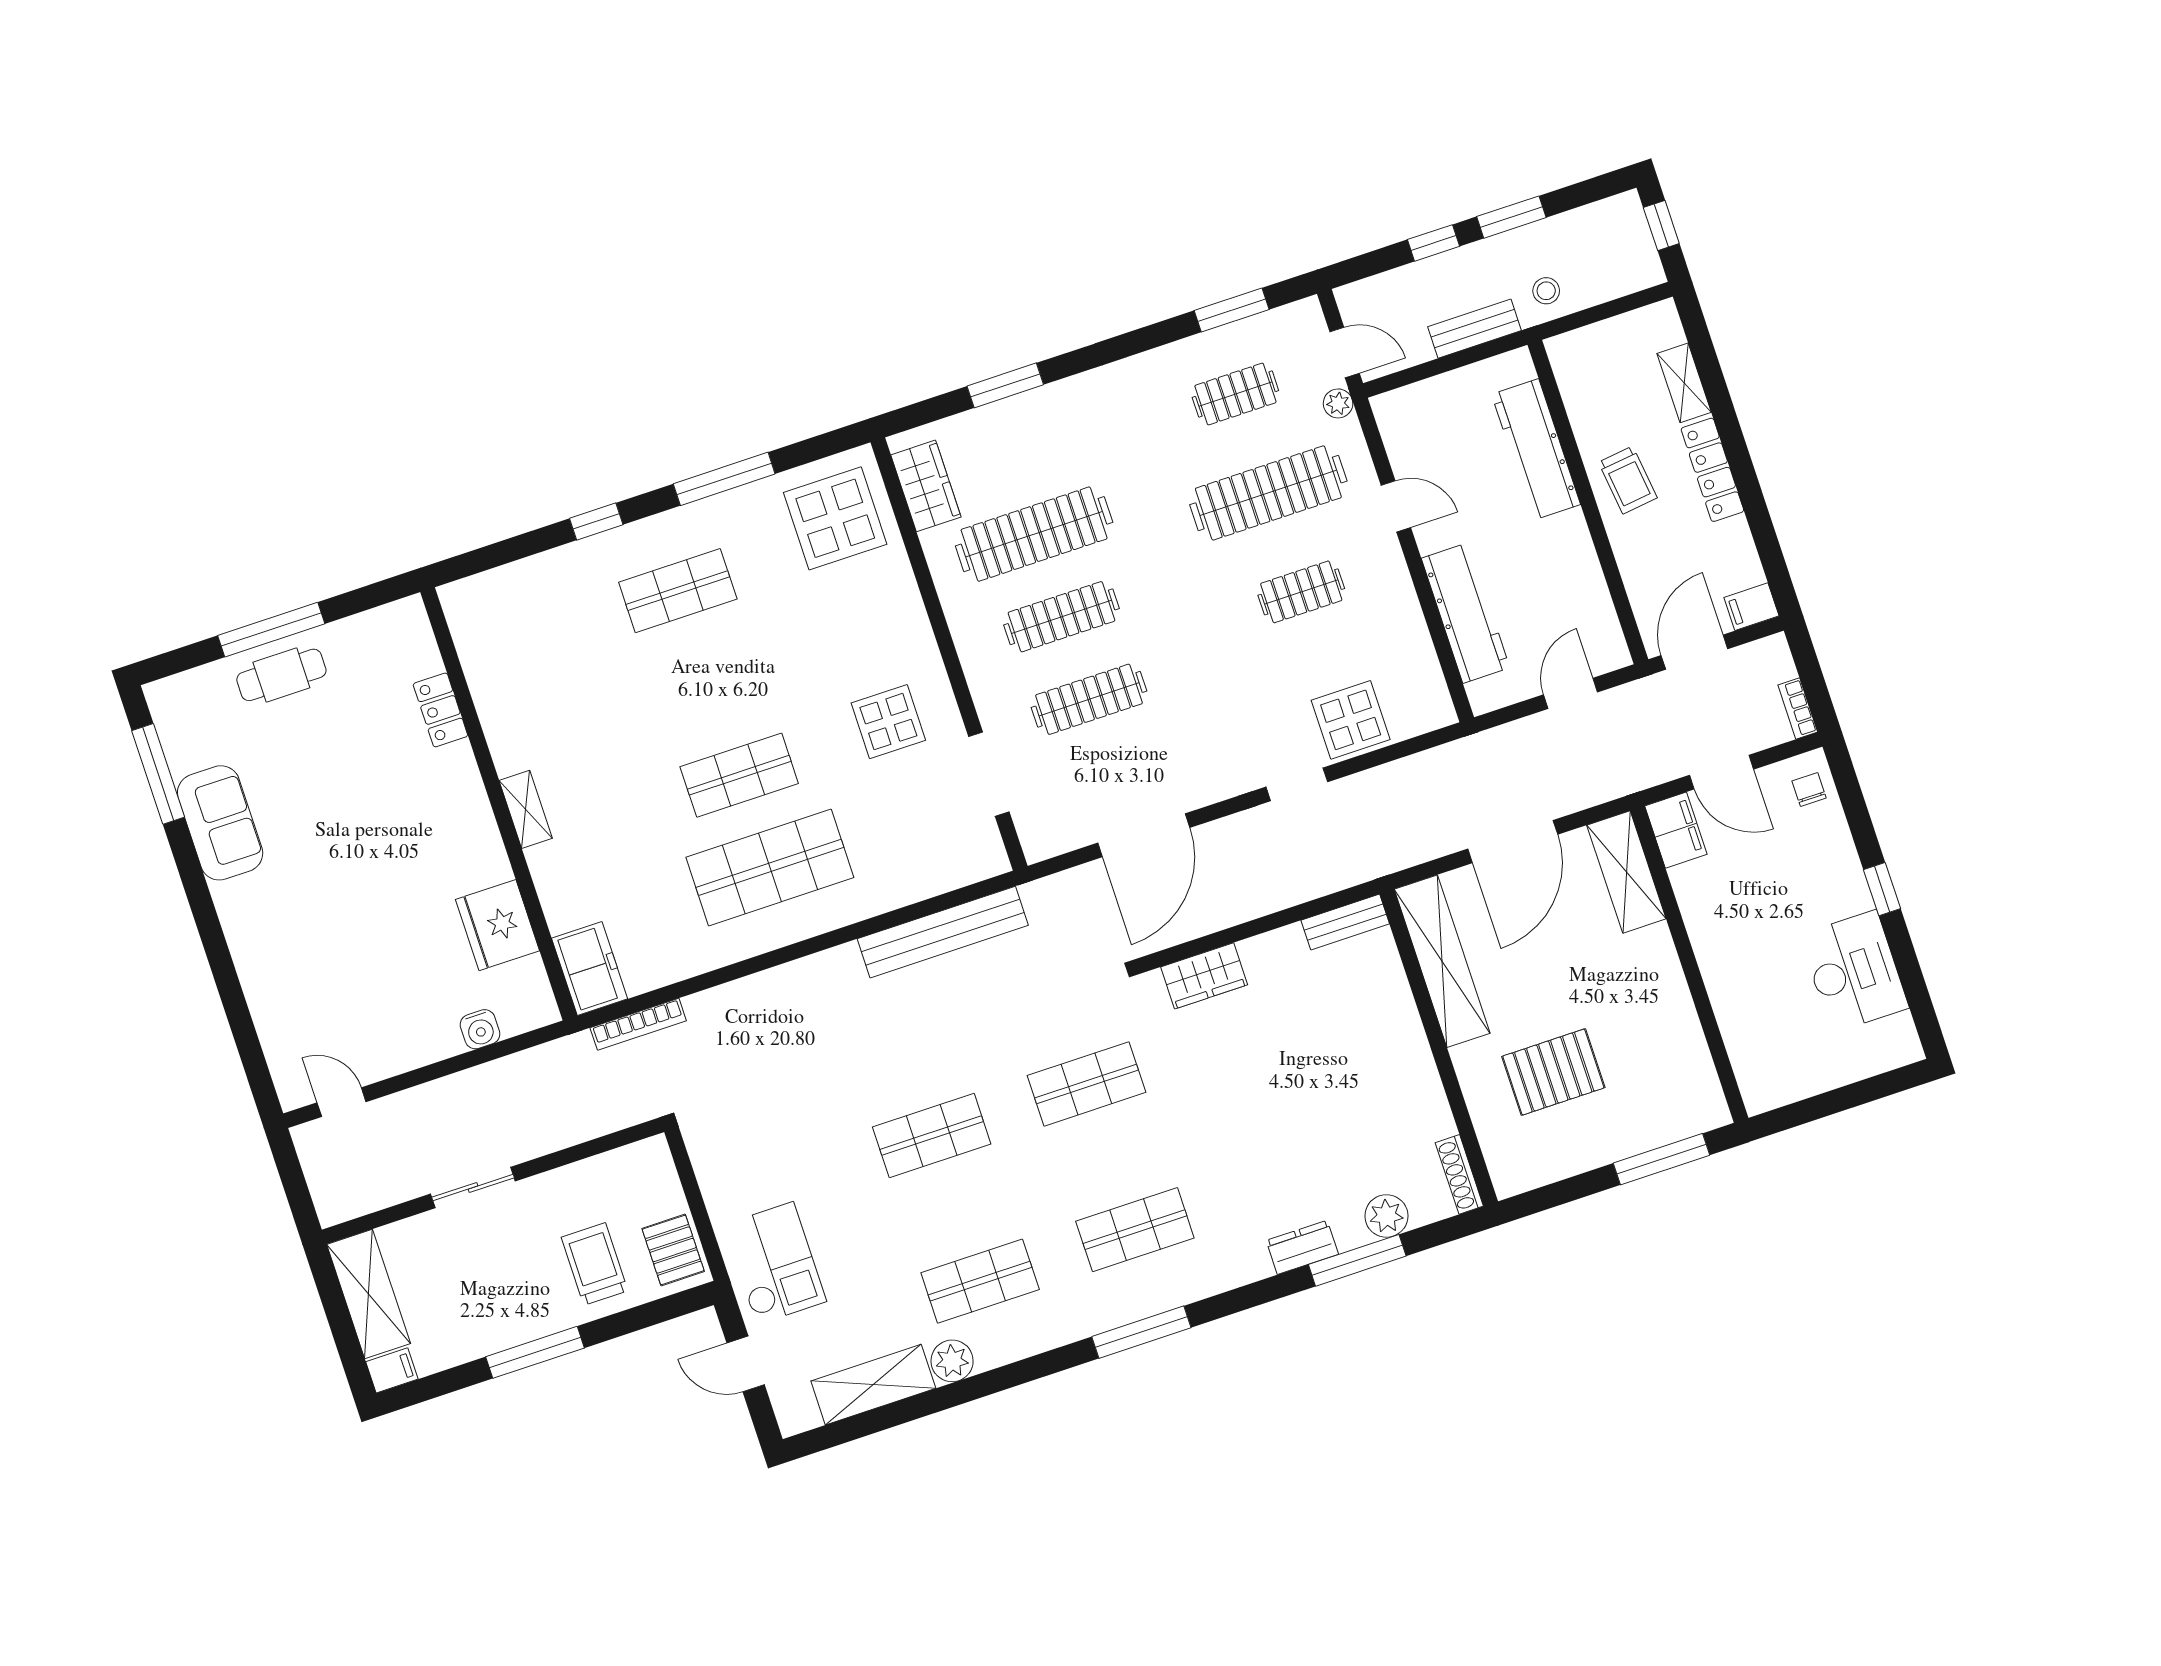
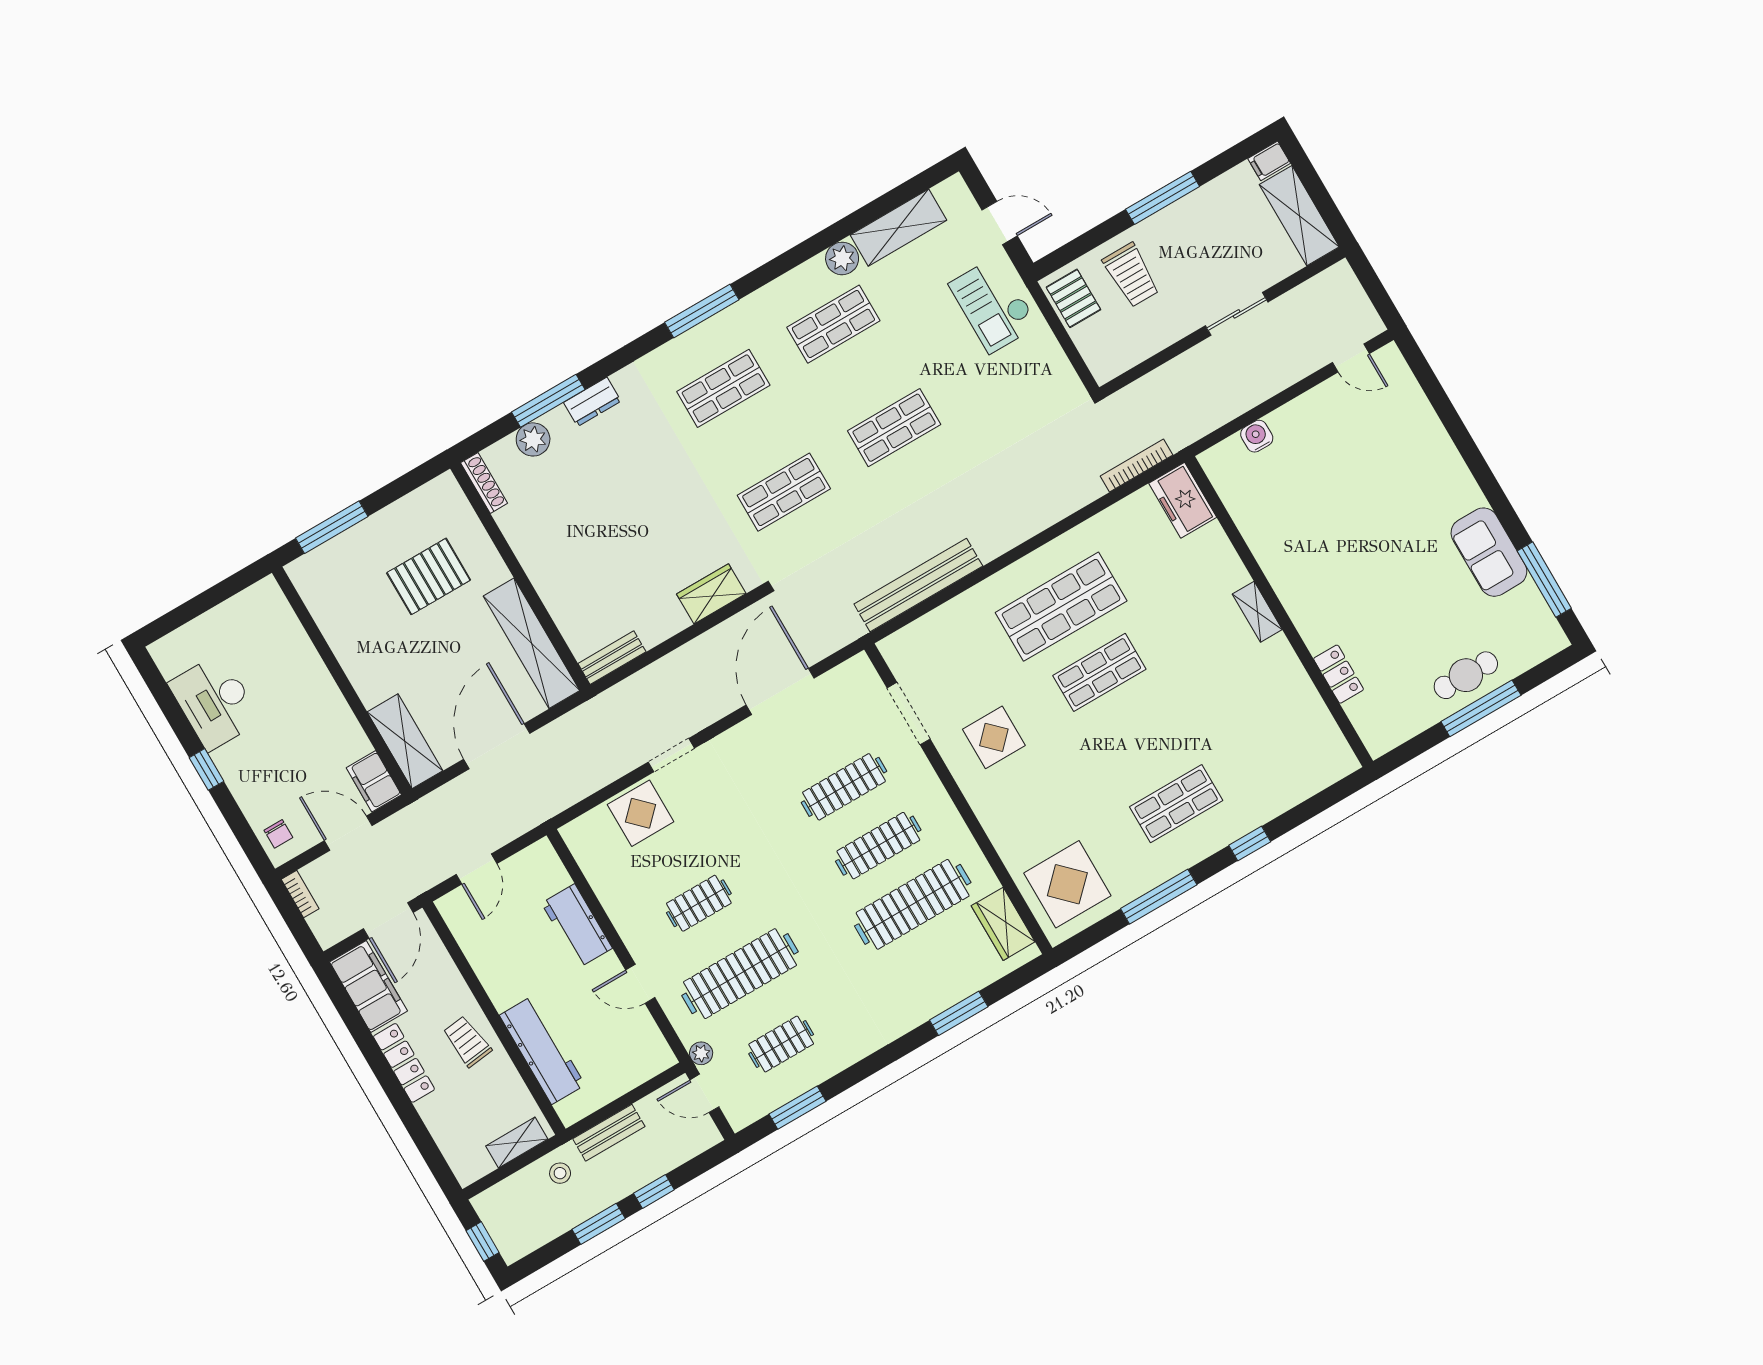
shelving: (1684, 383) -> (517, 1142), moved, turned 90
filing cabinet: (1751, 607) -> (368, 987), width x3.00, depth x1.17
workbench: (1466, 613) -> (577, 926), width x0.73
fridge: (497, 925) -> (1260, 519), removed

